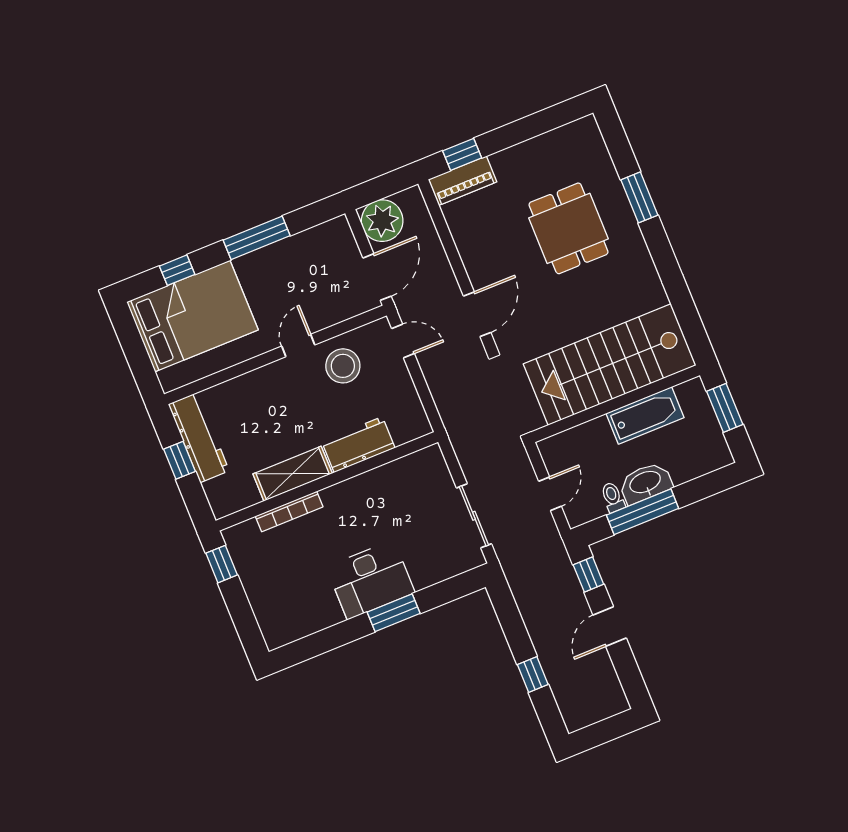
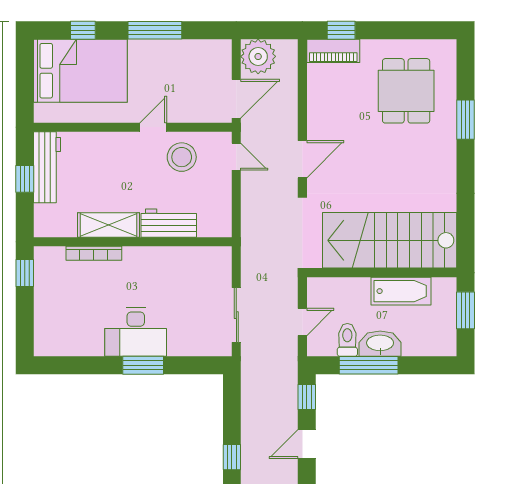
dining table: (569, 228) -> (406, 91), moved
toilet: (613, 497) -> (347, 340), width x1.37, depth x1.39

